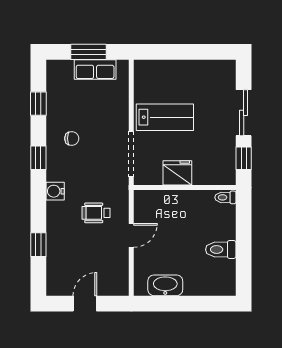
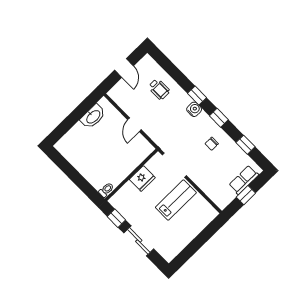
window: (89, 52) -> (246, 195), width x0.67
row of seats: (95, 70) -> (244, 180), moved
lab bench: (165, 117) -> (176, 200), turned 180
wheelchair: (96, 213) -> (159, 89), moved, turned 90
window: (38, 245) -> (197, 96), moved
toilet: (221, 249) -> (83, 162), removed

